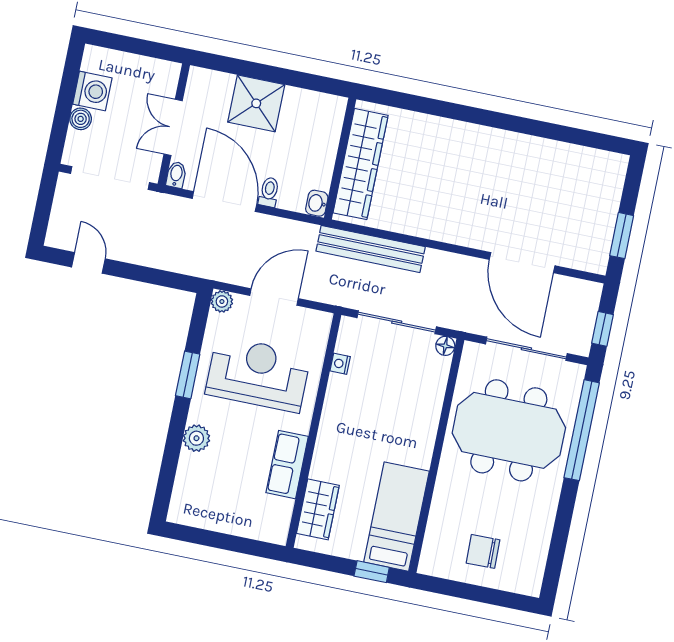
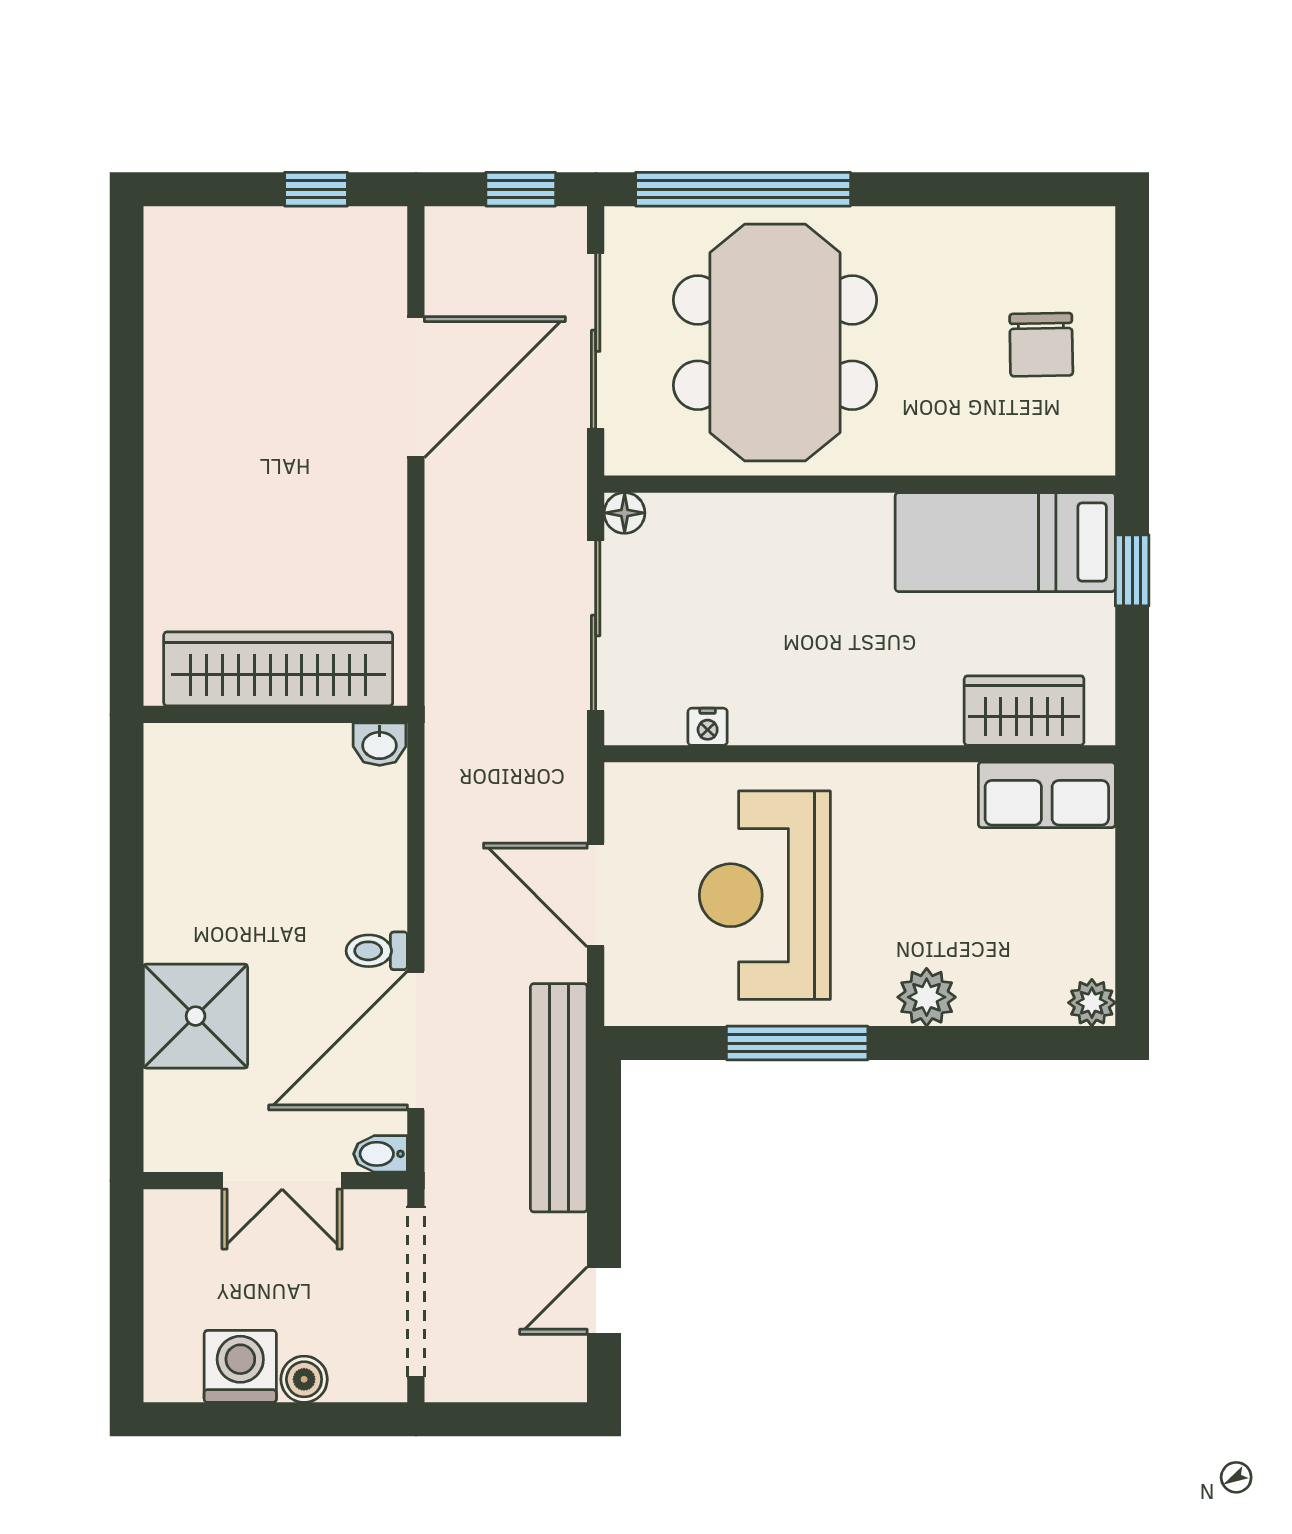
wall: (340, 159) -> (275, 714), moved
wardrobe: (361, 164) -> (278, 669), moved
washbasin: (317, 203) -> (380, 744), moved
window: (622, 236) -> (316, 189), width x0.67
bench: (371, 249) -> (559, 1098), moved
plant: (222, 301) -> (1092, 1003), moved
window: (188, 375) -> (797, 1043), width x1.44
row of seats: (287, 465) -> (1047, 795), moved

